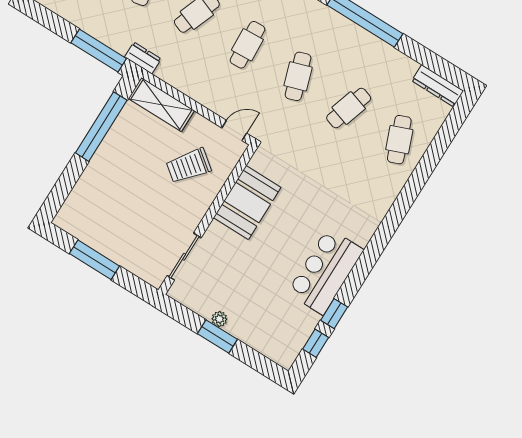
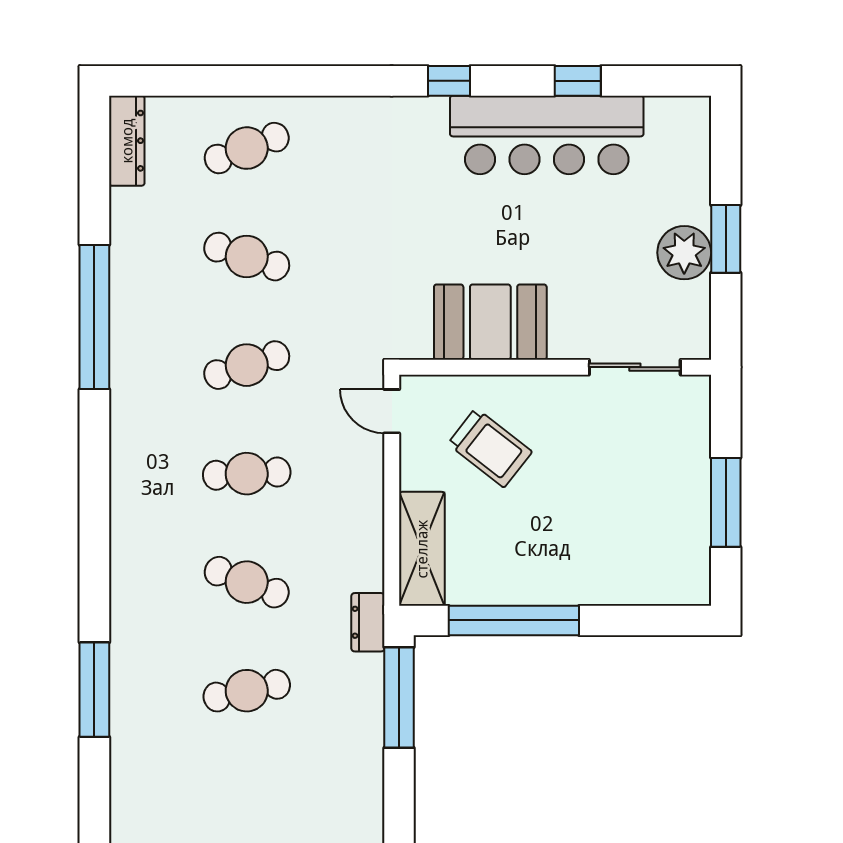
bar counter: (325, 271) -> (547, 135), width x1.36
plant: (219, 319) -> (684, 253), width x1.88, depth x1.88
window: (316, 343) -> (449, 81), moved

